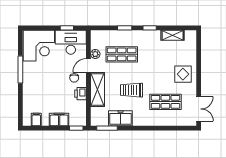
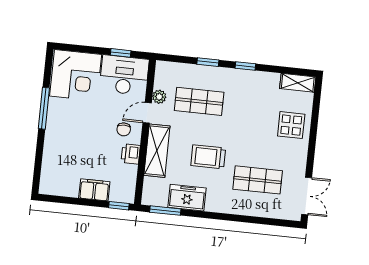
shelving: (173, 35) -> (298, 83), moved
display table: (183, 74) -> (291, 125), moved
filing cabinet: (36, 120) -> (60, 186), removed

